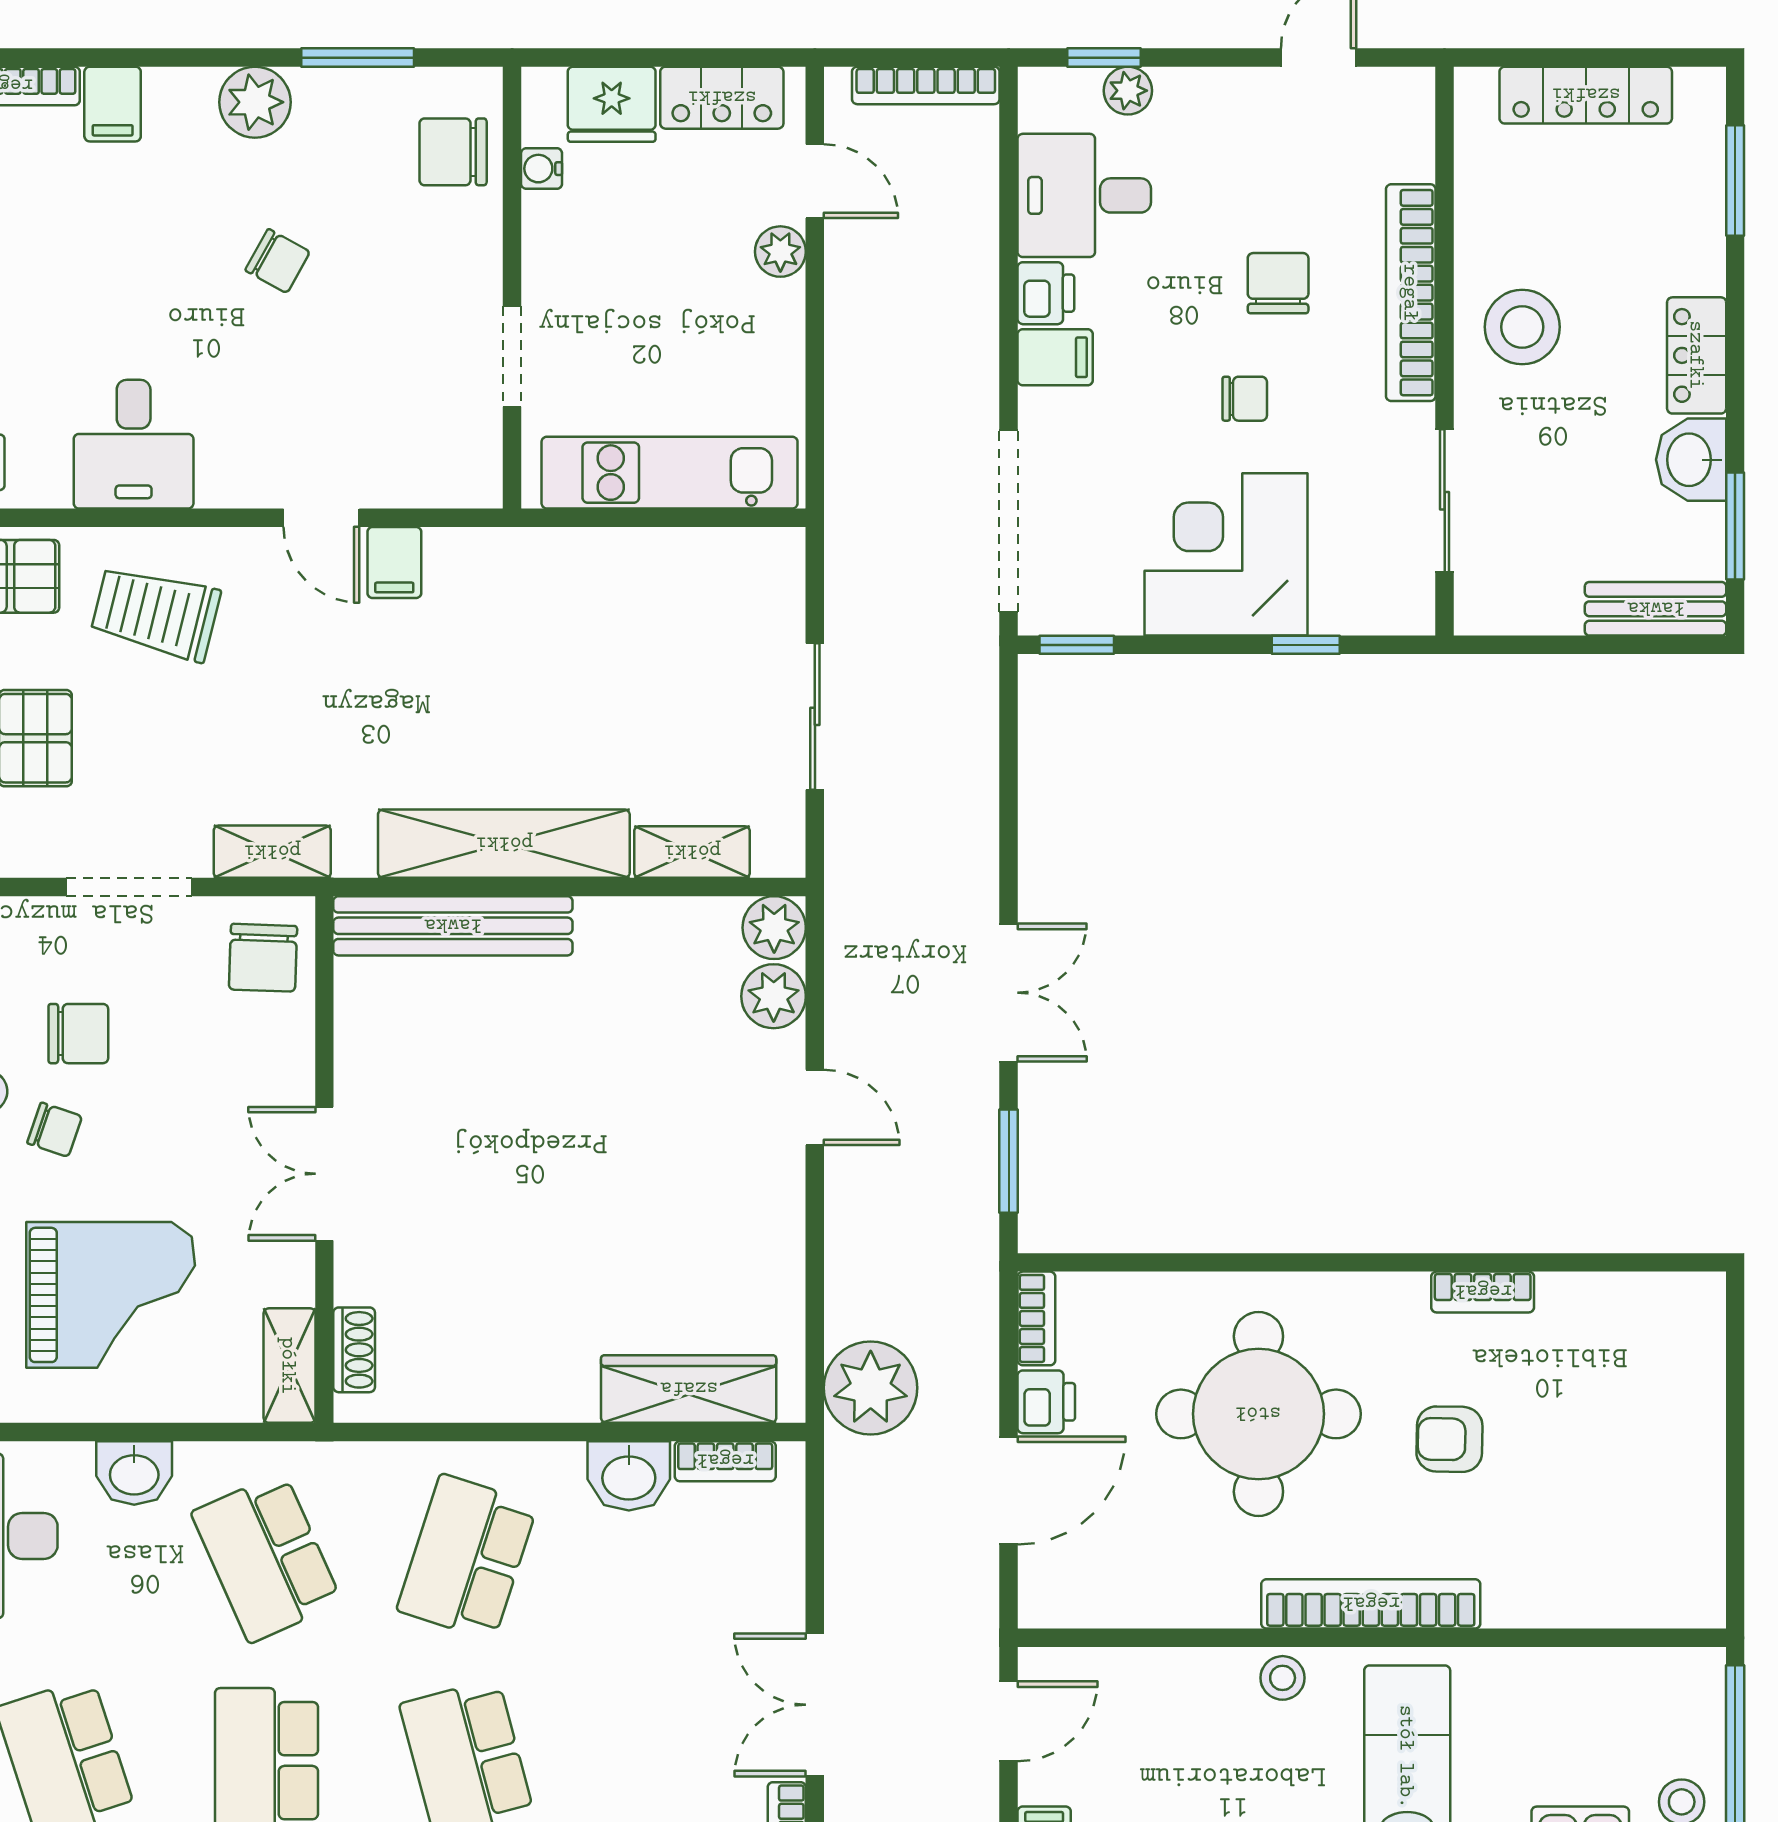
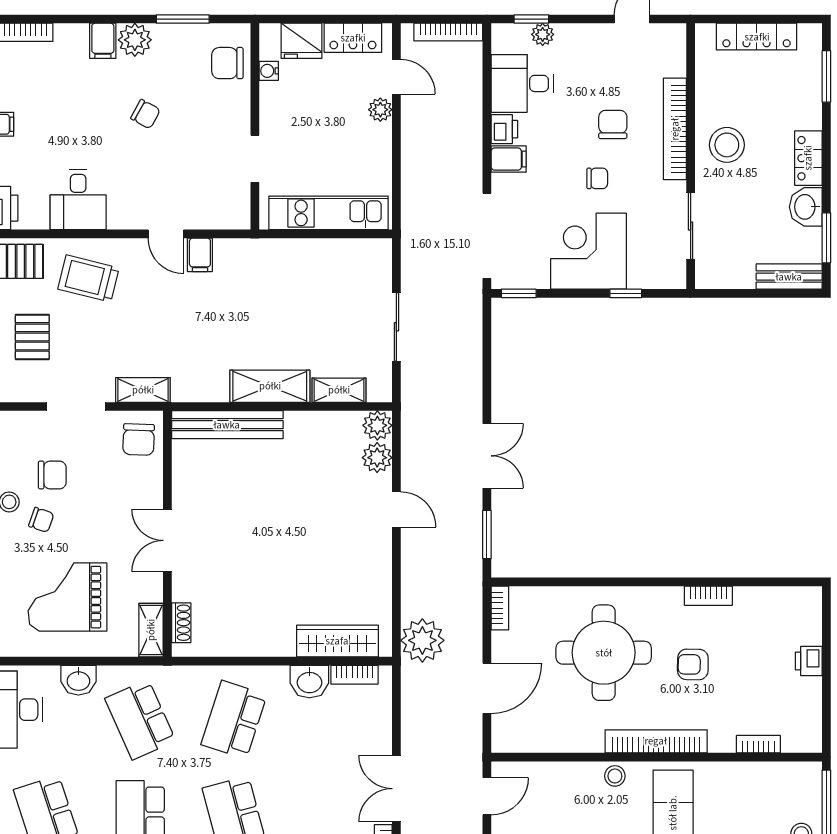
filing cabinet: (113, 104) -> (103, 41), moved
shelving: (504, 844) -> (270, 386), width x0.68
grand piano: (111, 1295) -> (67, 597), turned 180
printer: (1046, 1402) -> (809, 661), moved, turned 180
bookcase: (1590, 1610) -> (758, 744), added

